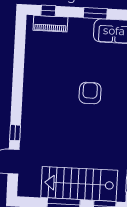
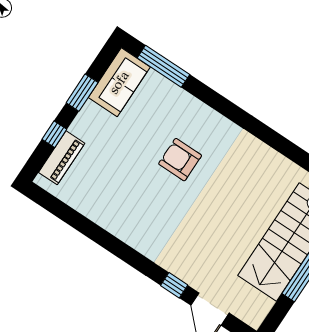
window: (48, 11) -> (54, 134), moved

